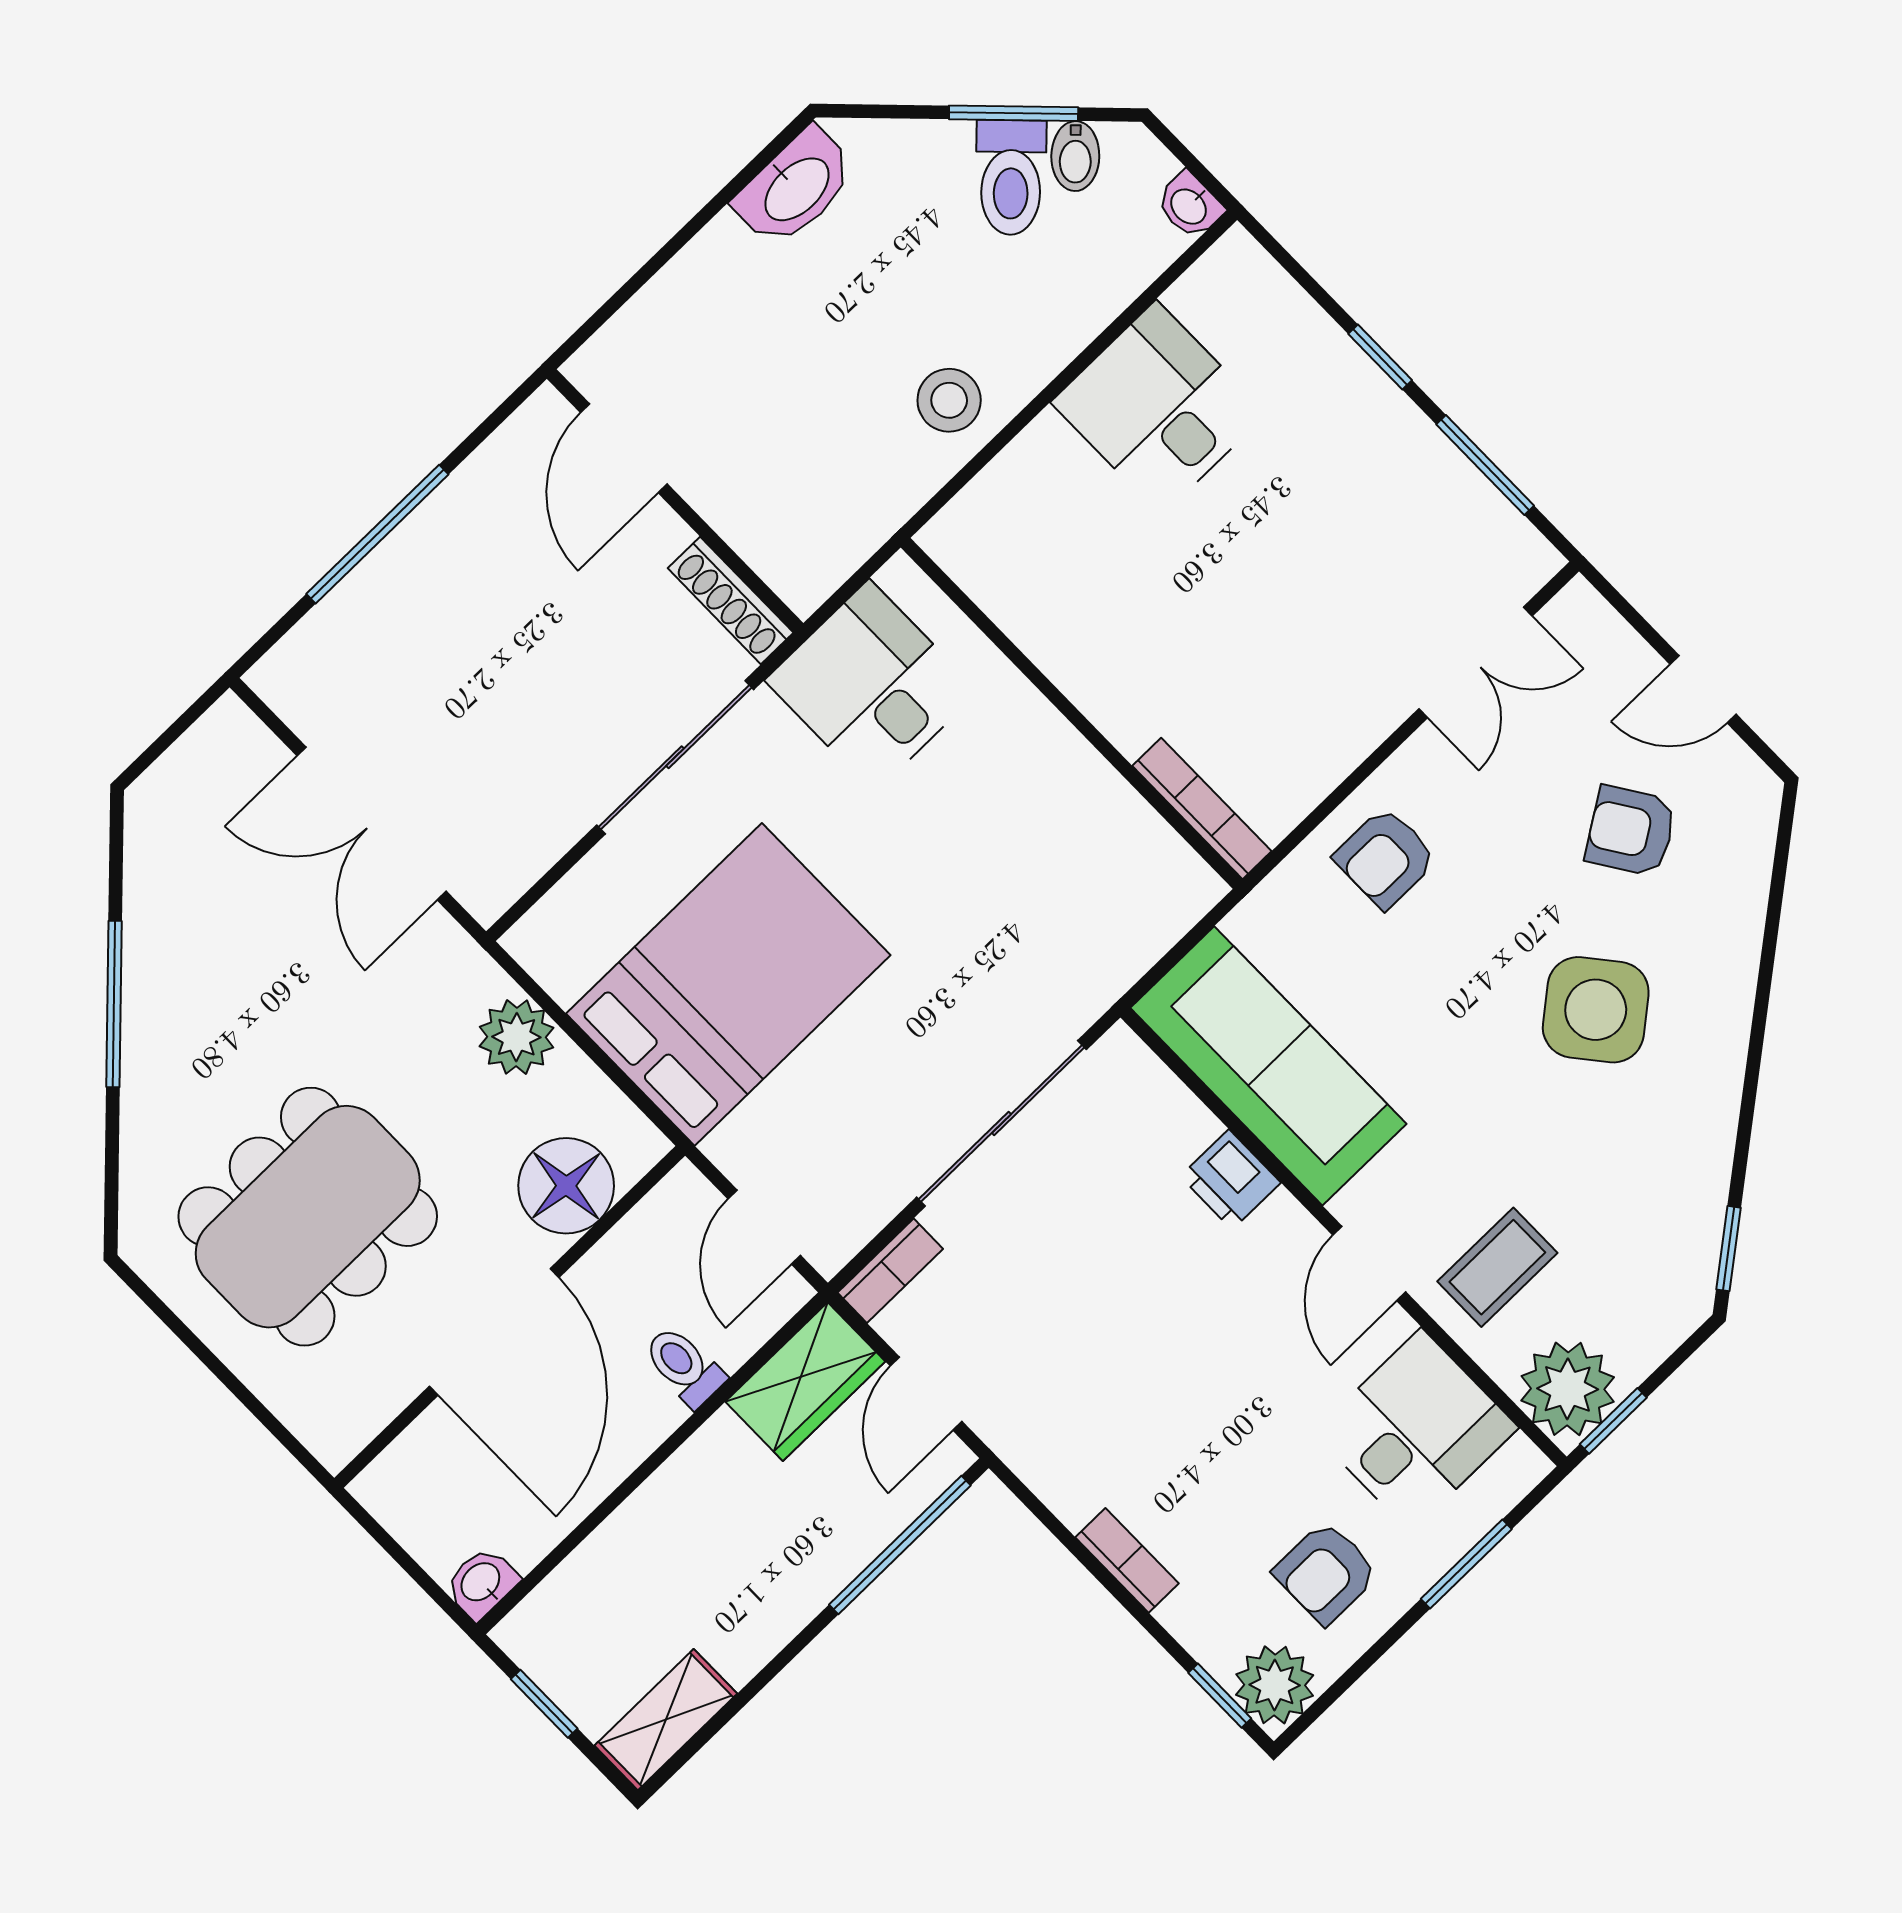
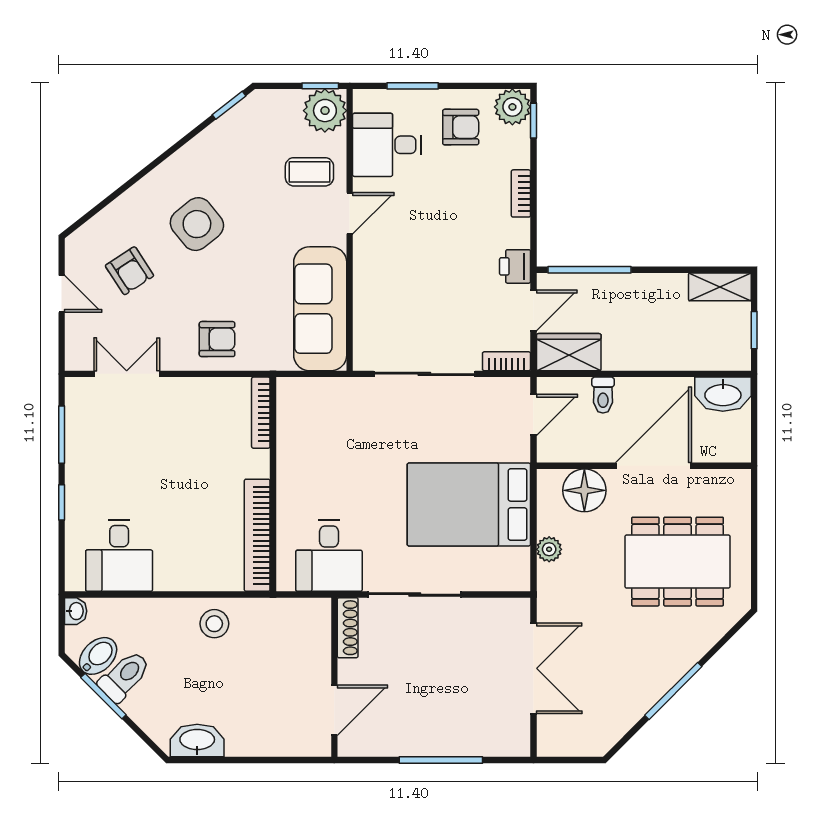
bidet: (1075, 156) -> (98, 656), width x1.38, depth x1.36
desk: (1159, 408) -> (119, 555), moved
bookcase: (1018, 608) -> (257, 535), added
plant: (516, 1037) -> (549, 549), width x0.73, depth x0.73
printer: (1230, 1180) -> (515, 266), moved, turned 180
washbasin: (481, 1583) -> (723, 394), width x1.91, depth x1.45

